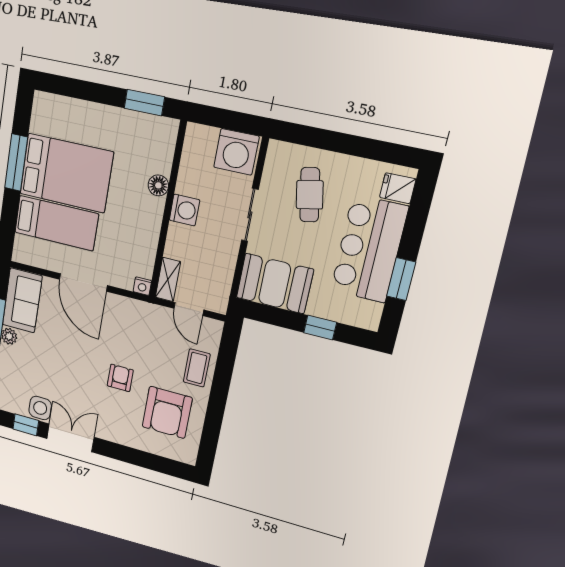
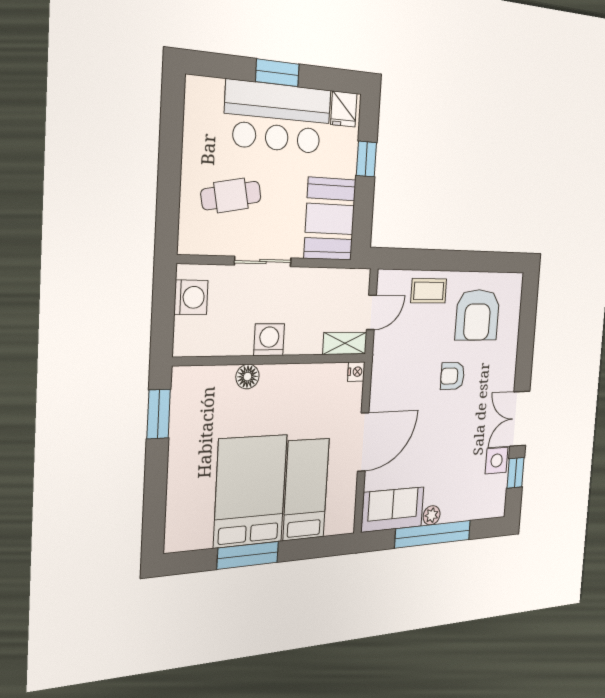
washing machine: (236, 152) -> (191, 297), width x0.73, depth x0.73
fridge: (398, 188) -> (344, 109), moved
window: (401, 279) -> (277, 73), moved
armchair: (167, 412) -> (477, 315), turned 90

